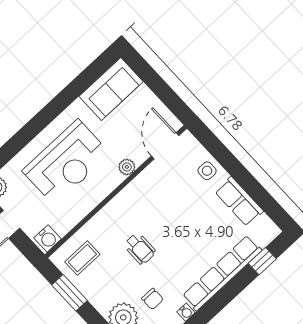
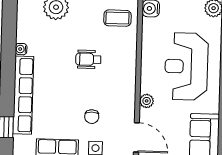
coffee table: (82, 258) -> (117, 18), turned 90
chair: (152, 299) -> (92, 117), moved, turned -90

